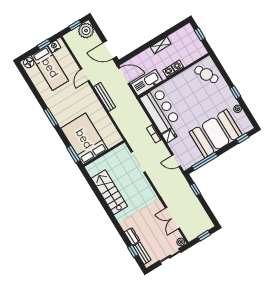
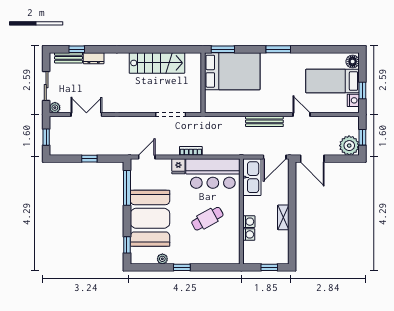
door: (110, 50) -> (312, 159), swing flipped
washing machine: (169, 72) -> (249, 234), moved
cafe table: (206, 74) -> (207, 219), moved
window: (195, 189) -> (89, 159), moved

